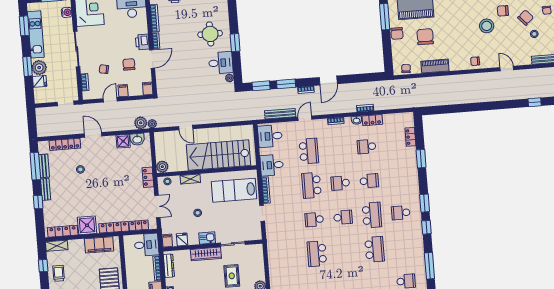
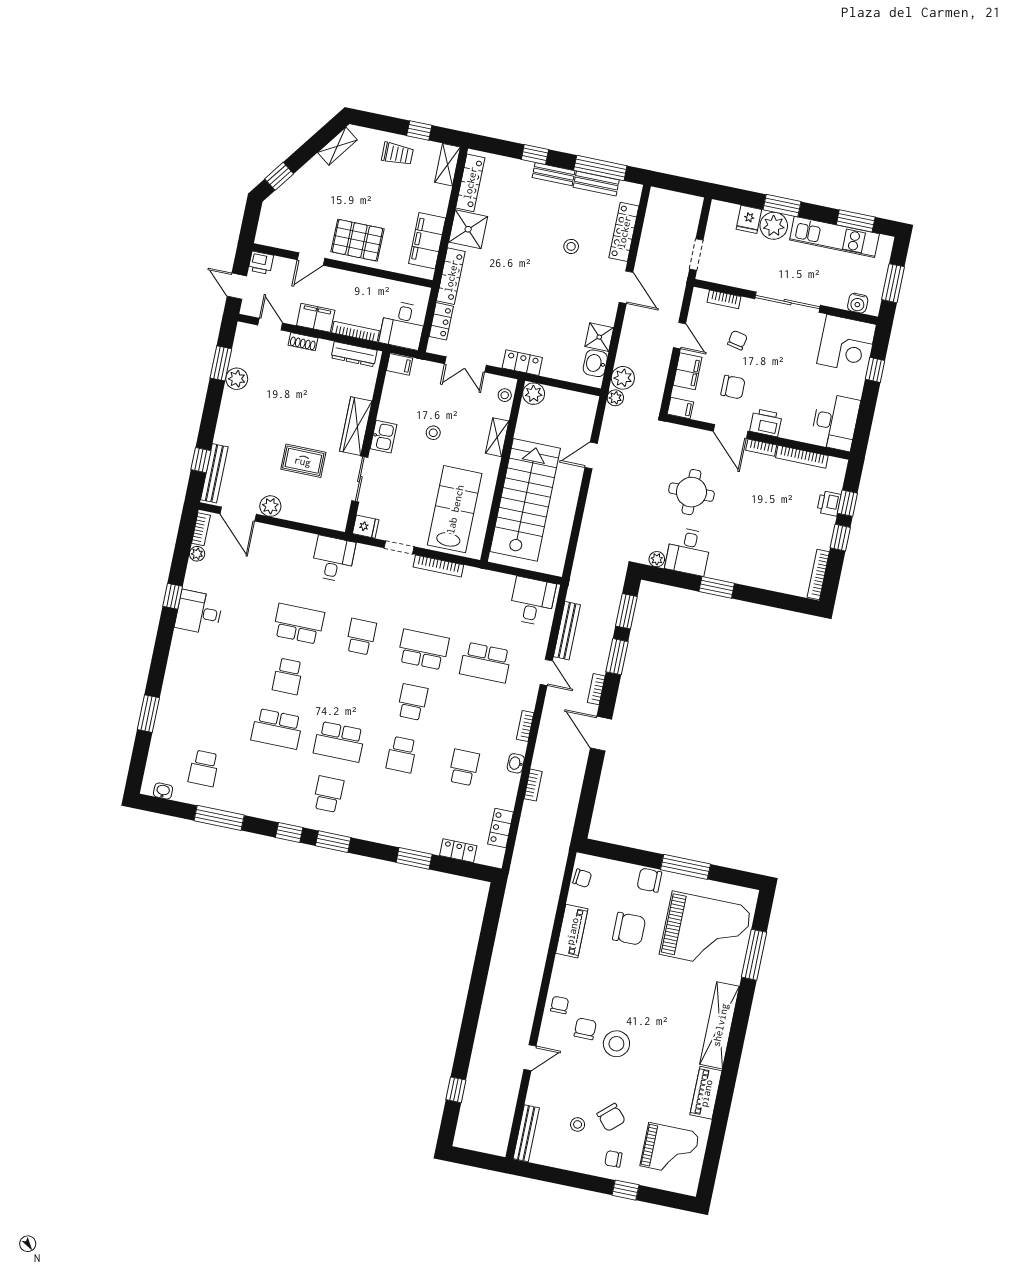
chair: (503, 11) -> (585, 1029), moved
round table: (210, 34) -> (691, 492), moved
filing cabinet: (123, 91) -> (688, 371), width x2.00
locker: (372, 120) -> (501, 828), moved
door: (93, 135) -> (626, 287), hinge flipped
desk: (272, 165) -> (333, 559), moved
school desk: (343, 217) -> (288, 676), moved
fridge: (182, 240) -> (366, 527), moved

